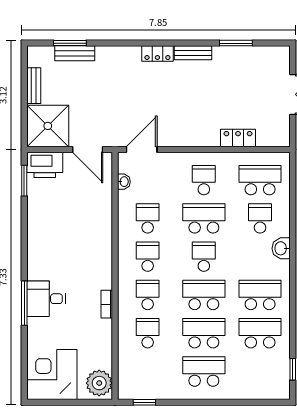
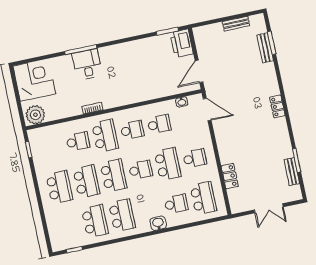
bench: (193, 53) -> (292, 172), moved
shower: (48, 126) -> (210, 40), removed
school desk: (148, 295) -> (105, 136), width x1.85

